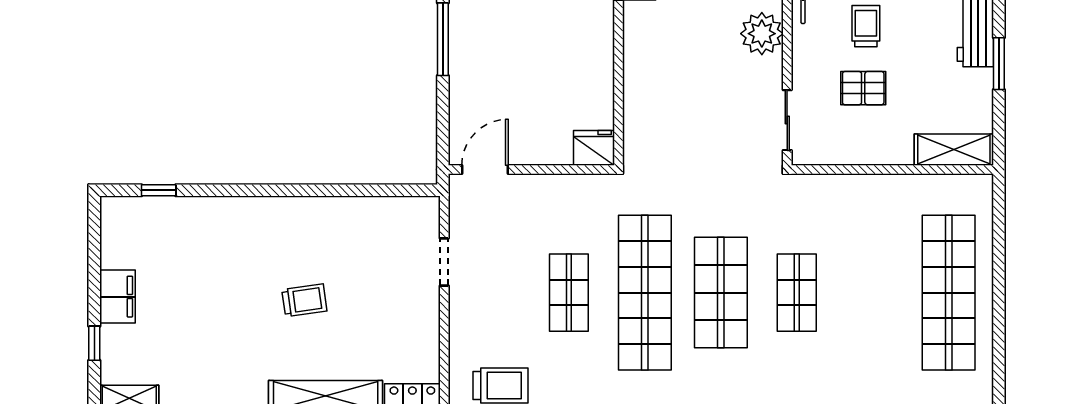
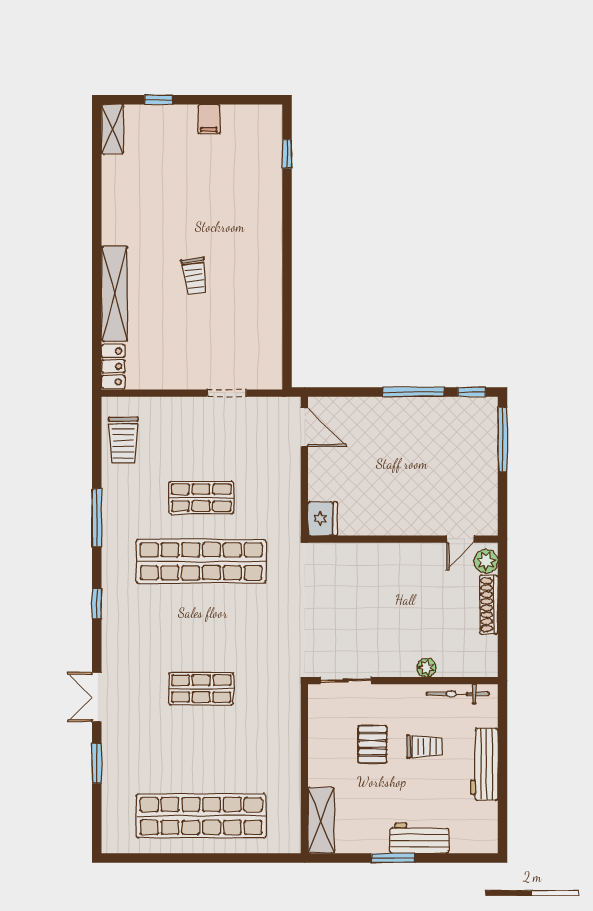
plant: (762, 34) -> (427, 668), width x0.53, depth x0.53
shop shelf: (721, 293) -> (201, 625), removed
filing cabinet: (118, 297) -> (209, 119), width x0.50

